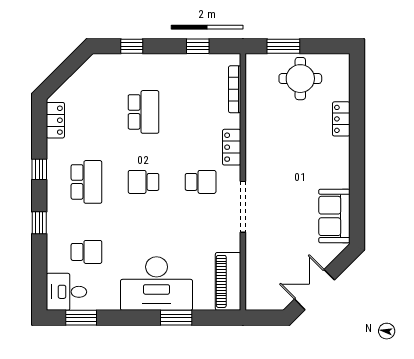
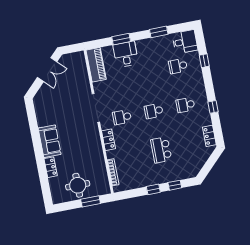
window: (198, 46) -> (153, 189), moved
school desk: (86, 182) -> (185, 105), width x0.54
school desk: (144, 182) -> (154, 111), turned 180
sofa: (334, 216) -> (50, 141), moved
window: (39, 223) -> (204, 61), moved
desk: (157, 284) -> (126, 54), width x0.53, depth x0.77
window: (81, 318) -> (159, 32), moved

